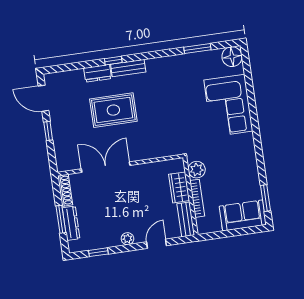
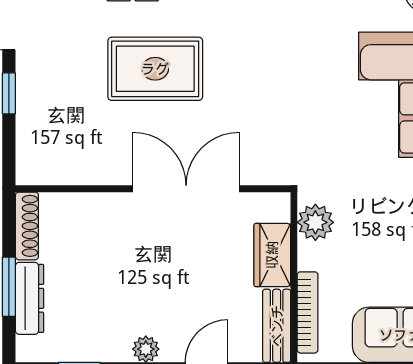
double door: (106, 167) -> (186, 189), moved
bookcase: (197, 198) -> (308, 312), moved

